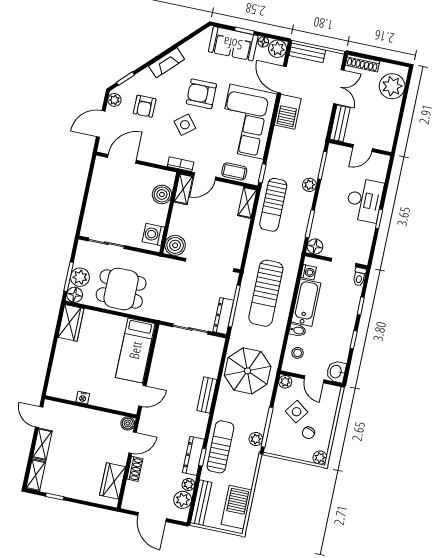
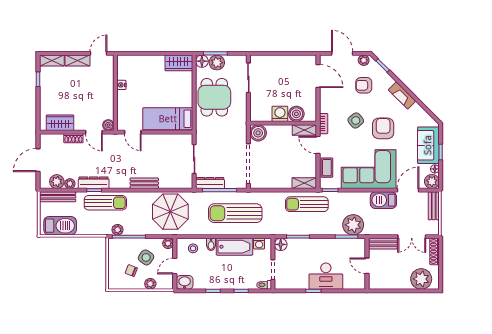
plant: (309, 185) -> (353, 225), moved, width x1.88, depth x1.88
washing machine: (153, 234) -> (280, 114), moved
plant: (320, 458) -> (150, 284), moved

